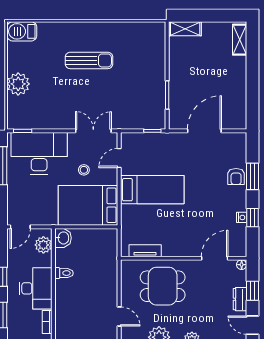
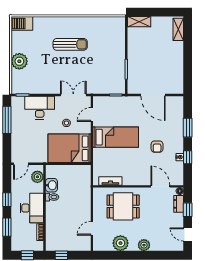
door: (204, 131) -> (153, 95), swing flipped
desk: (39, 153) -> (40, 108), width x0.73, depth x0.77
armchair: (236, 176) -> (157, 147), moved
washbasin: (63, 238) -> (51, 185), moved
door: (215, 258) -> (160, 186), hinge flipped
dresser: (240, 299) -> (179, 204), moved
door: (119, 316) -> (92, 228), swing flipped

